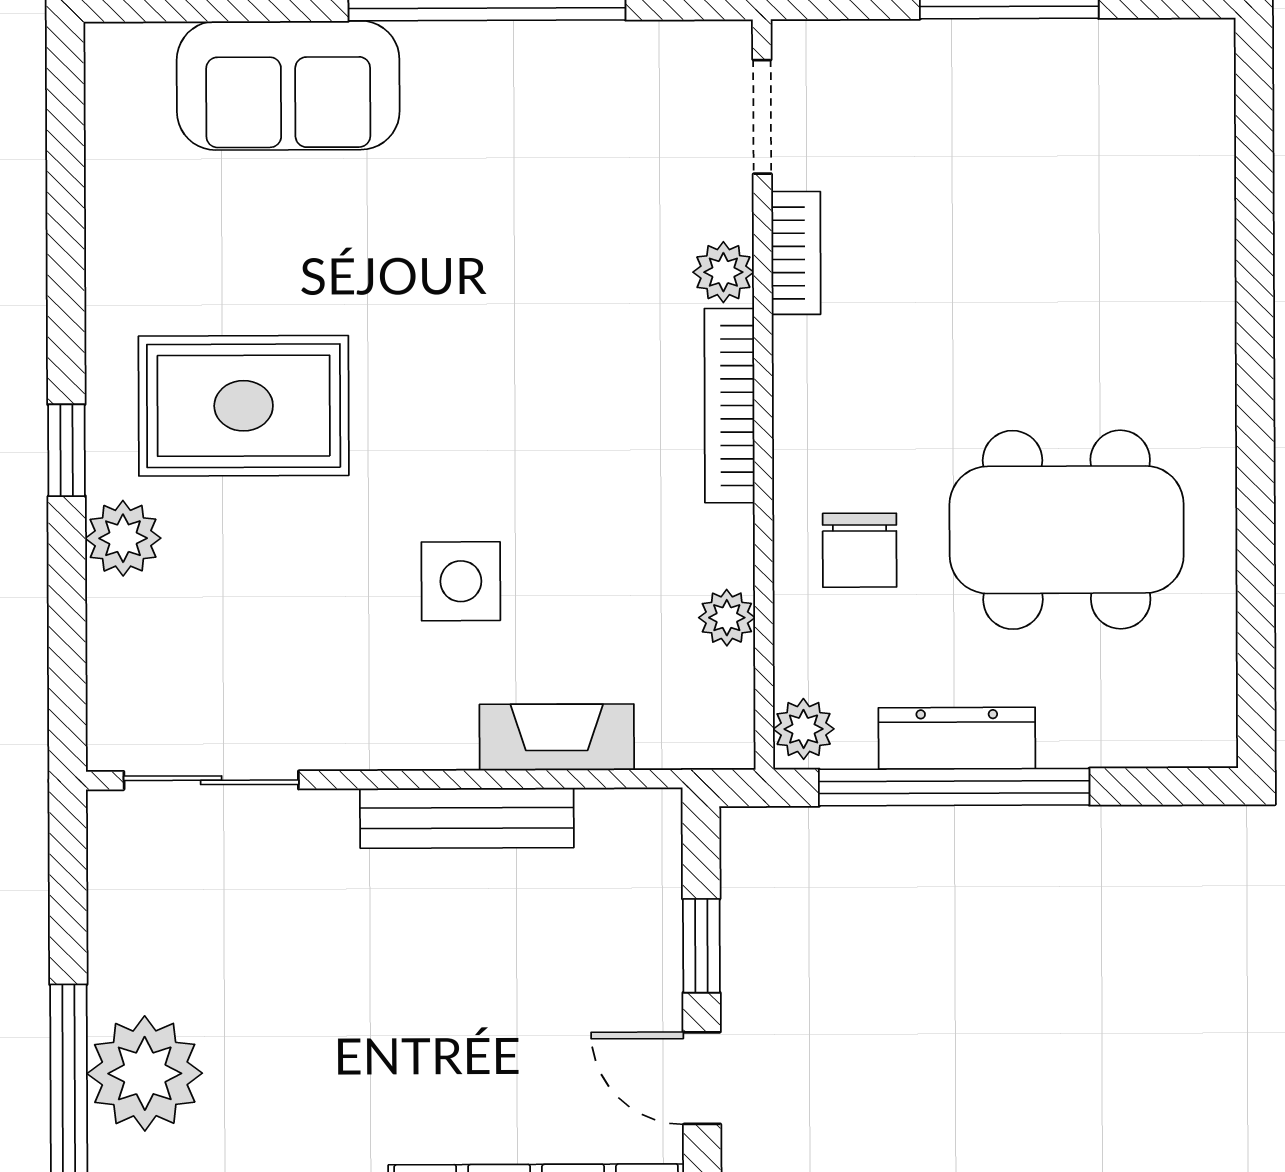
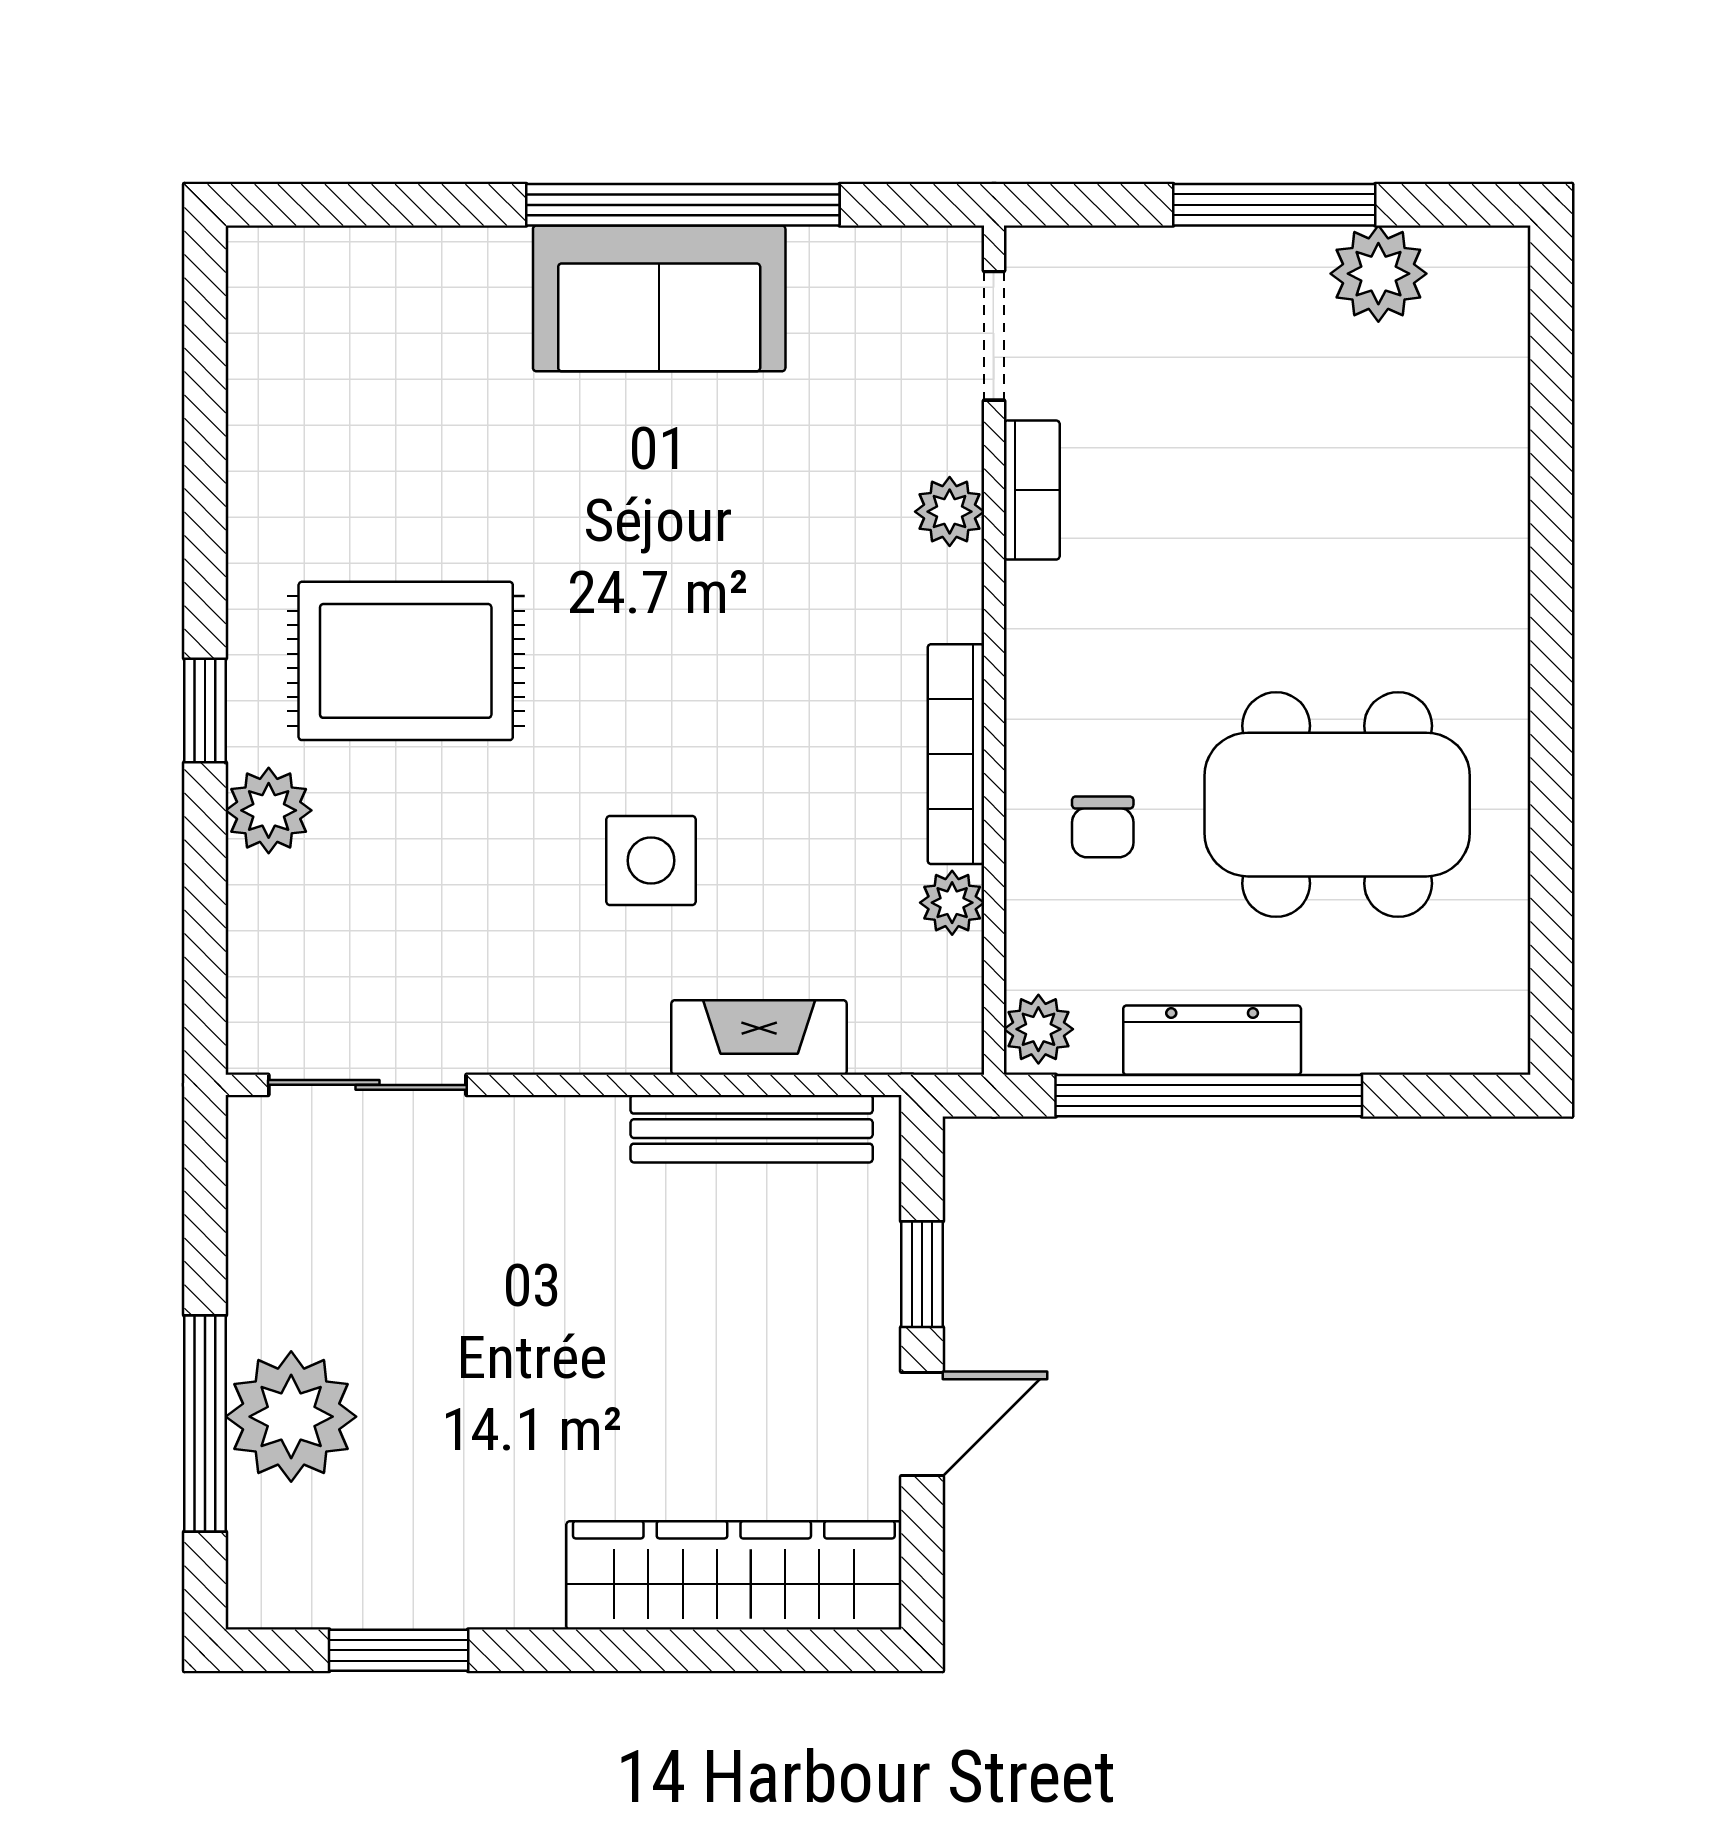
plant: (1101, 61) -> (1378, 274), added
sofa: (288, 85) -> (659, 298), moved
bookcase: (730, 406) -> (956, 754), moved
chair: (860, 550) -> (1103, 827), width x0.73, depth x0.73
bench: (467, 818) -> (752, 1129), moved
door: (702, 1078) -> (922, 1424), swing flipped

